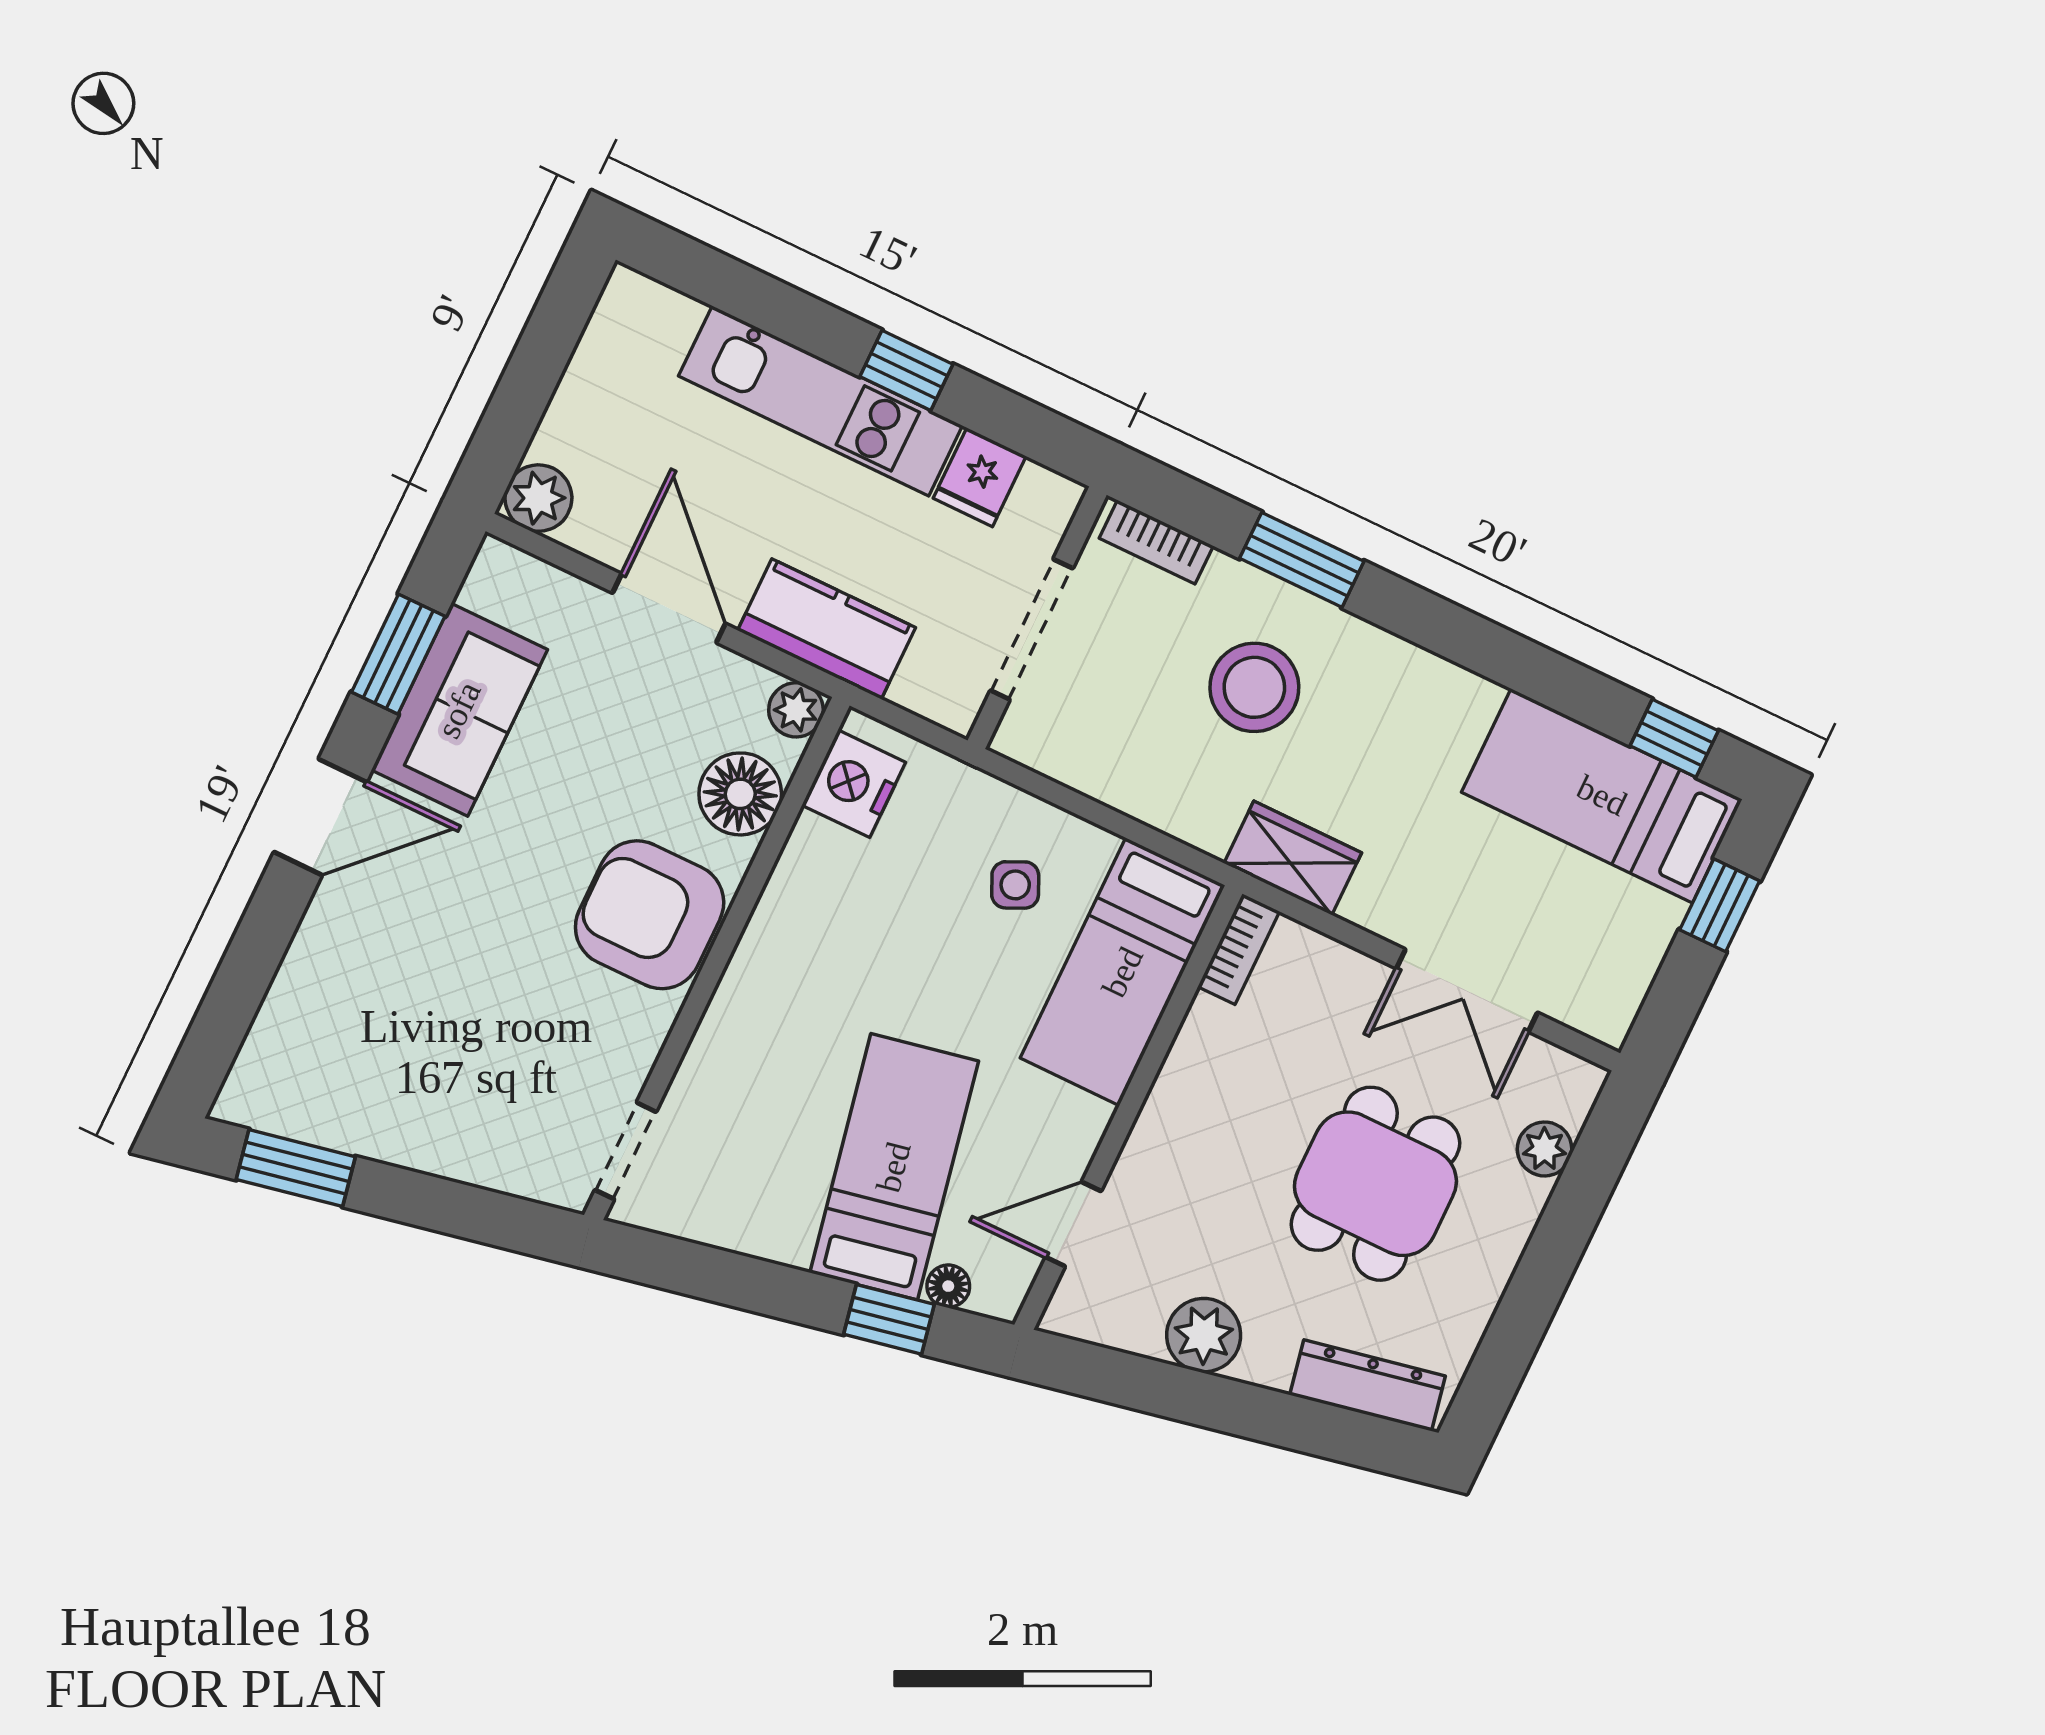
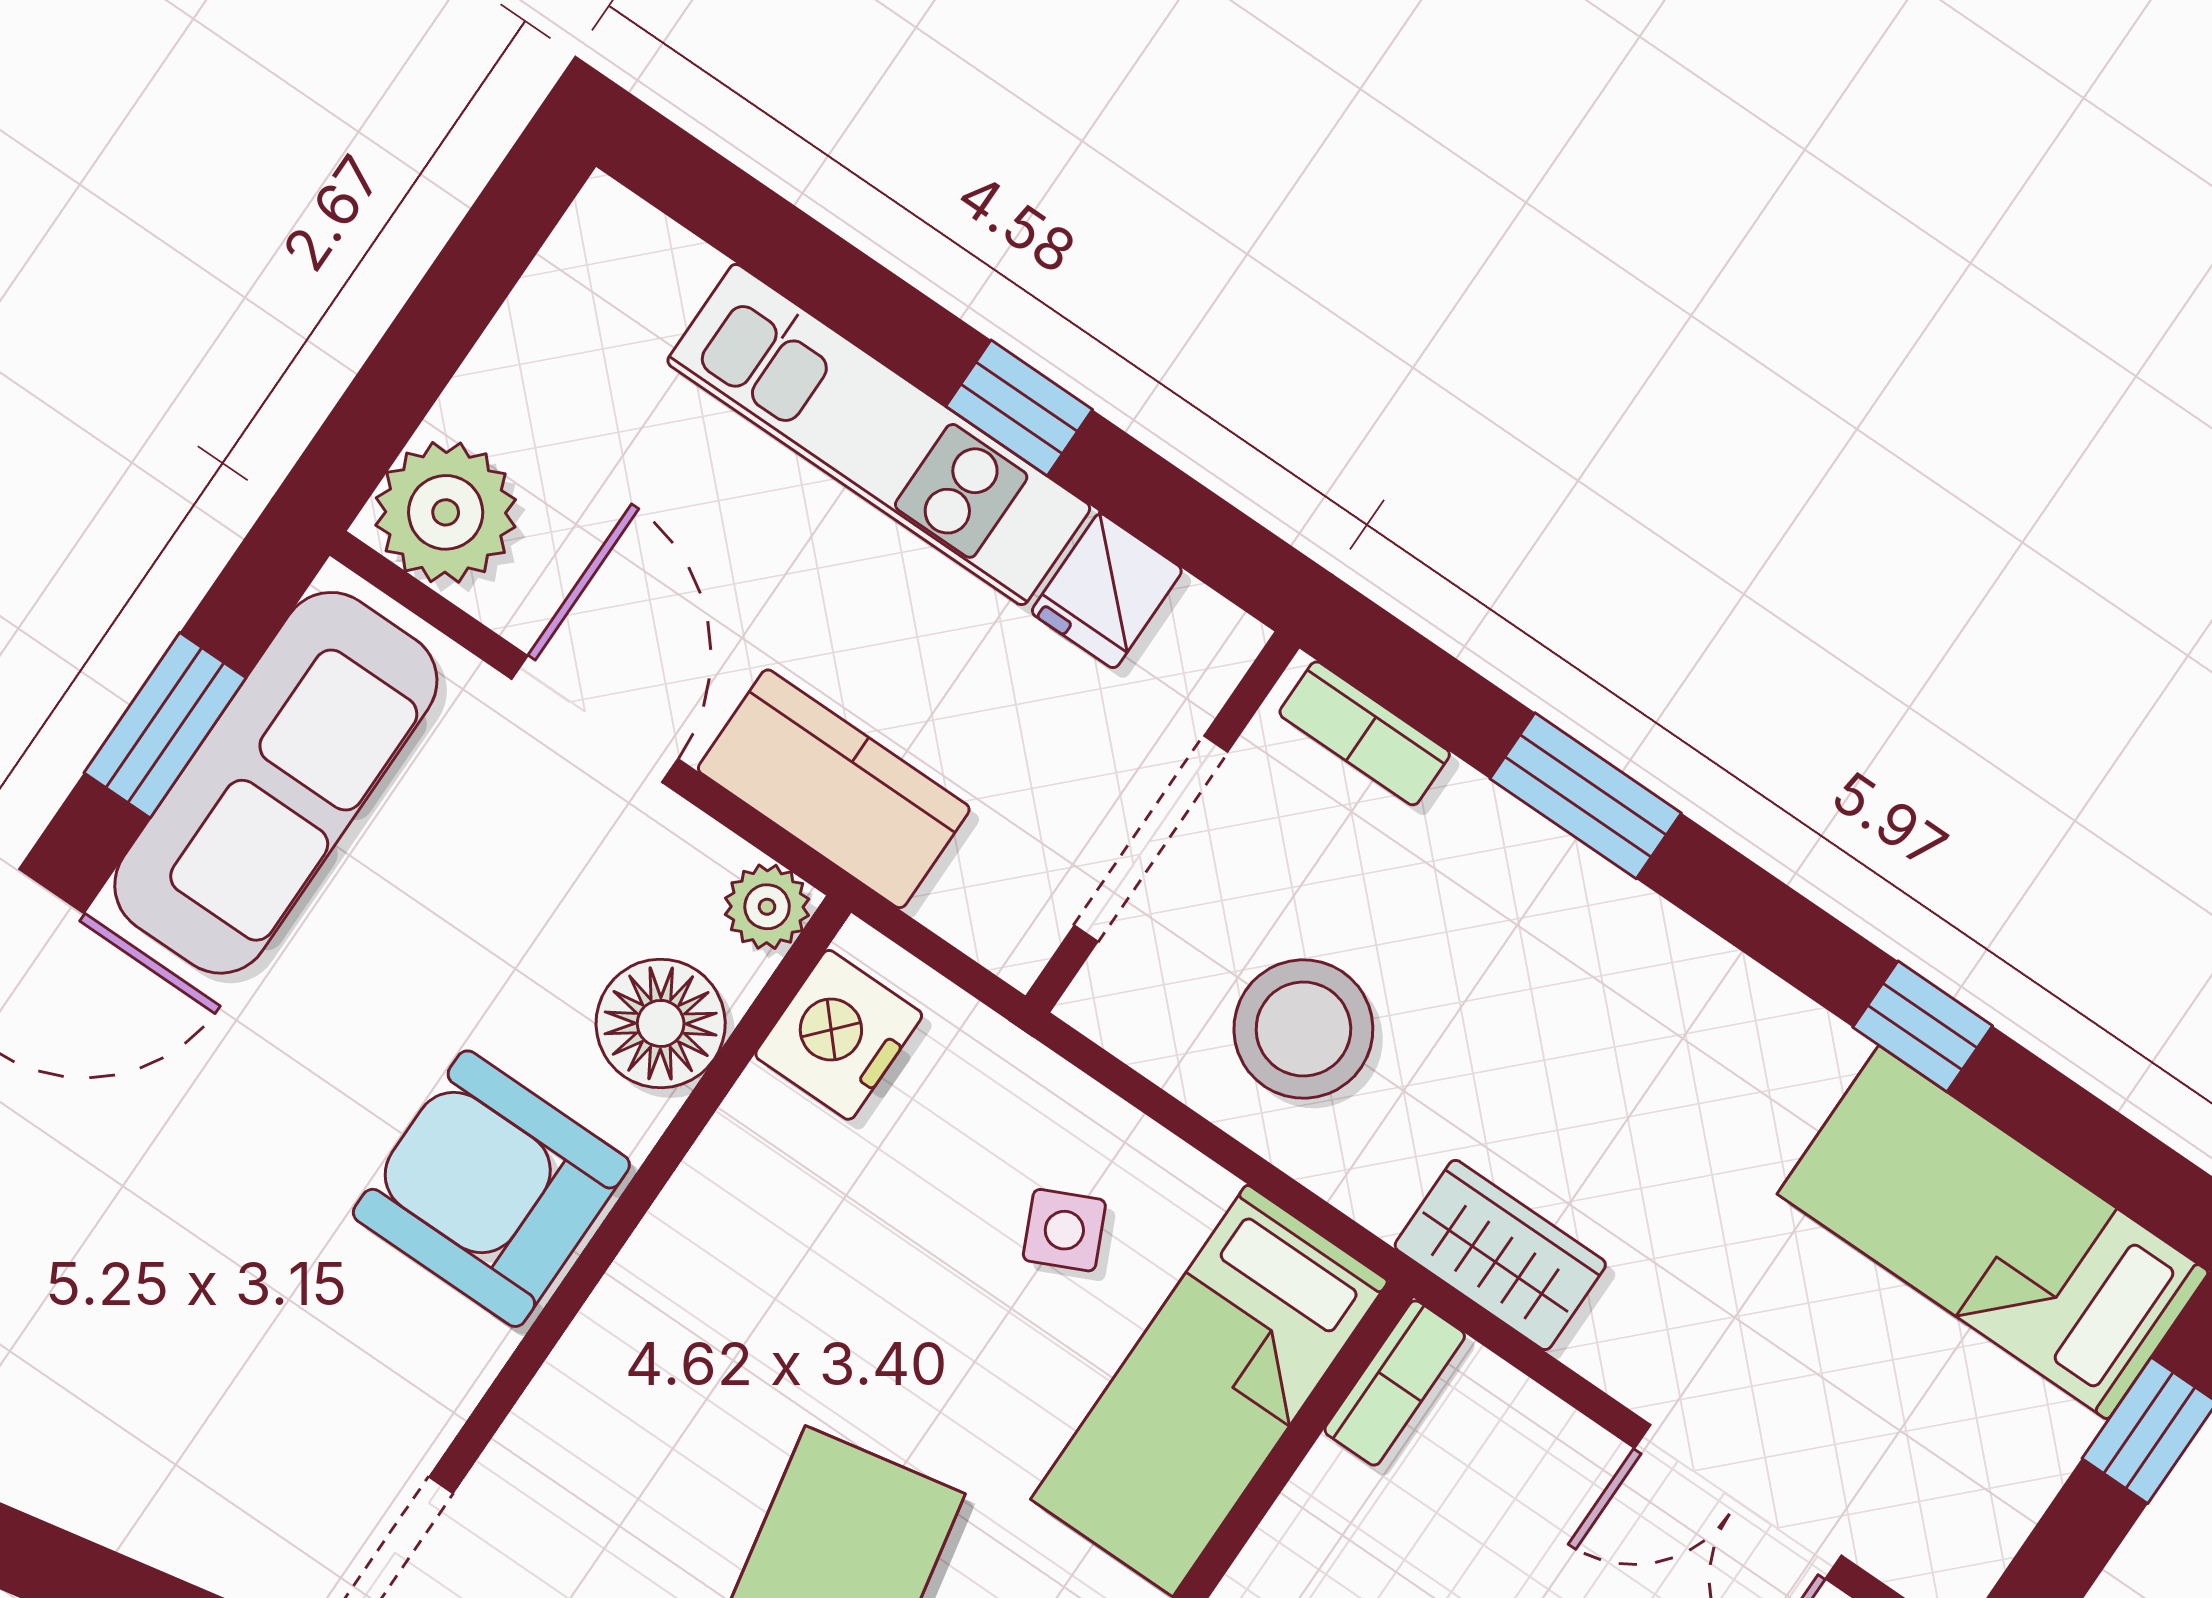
plant: (538, 498) -> (446, 512), width x1.36, depth x1.36
stool: (1254, 687) -> (1303, 1029), moved
sofa: (459, 710) -> (276, 783), width x1.36
window: (1674, 738) -> (1923, 1026), moved

